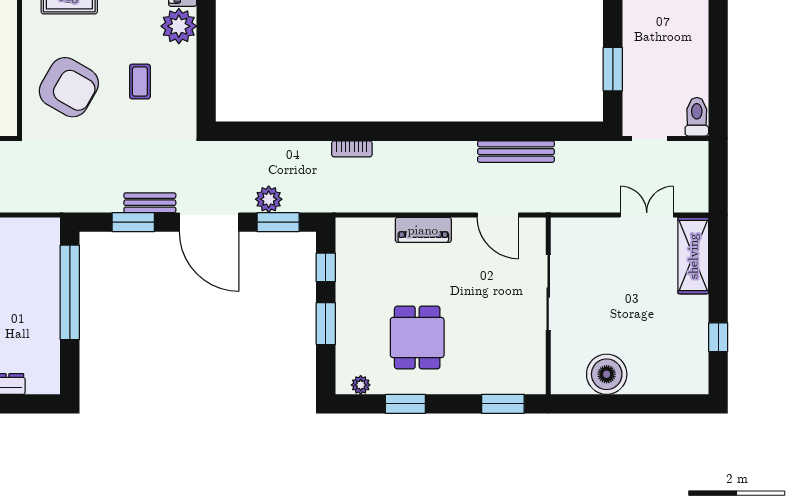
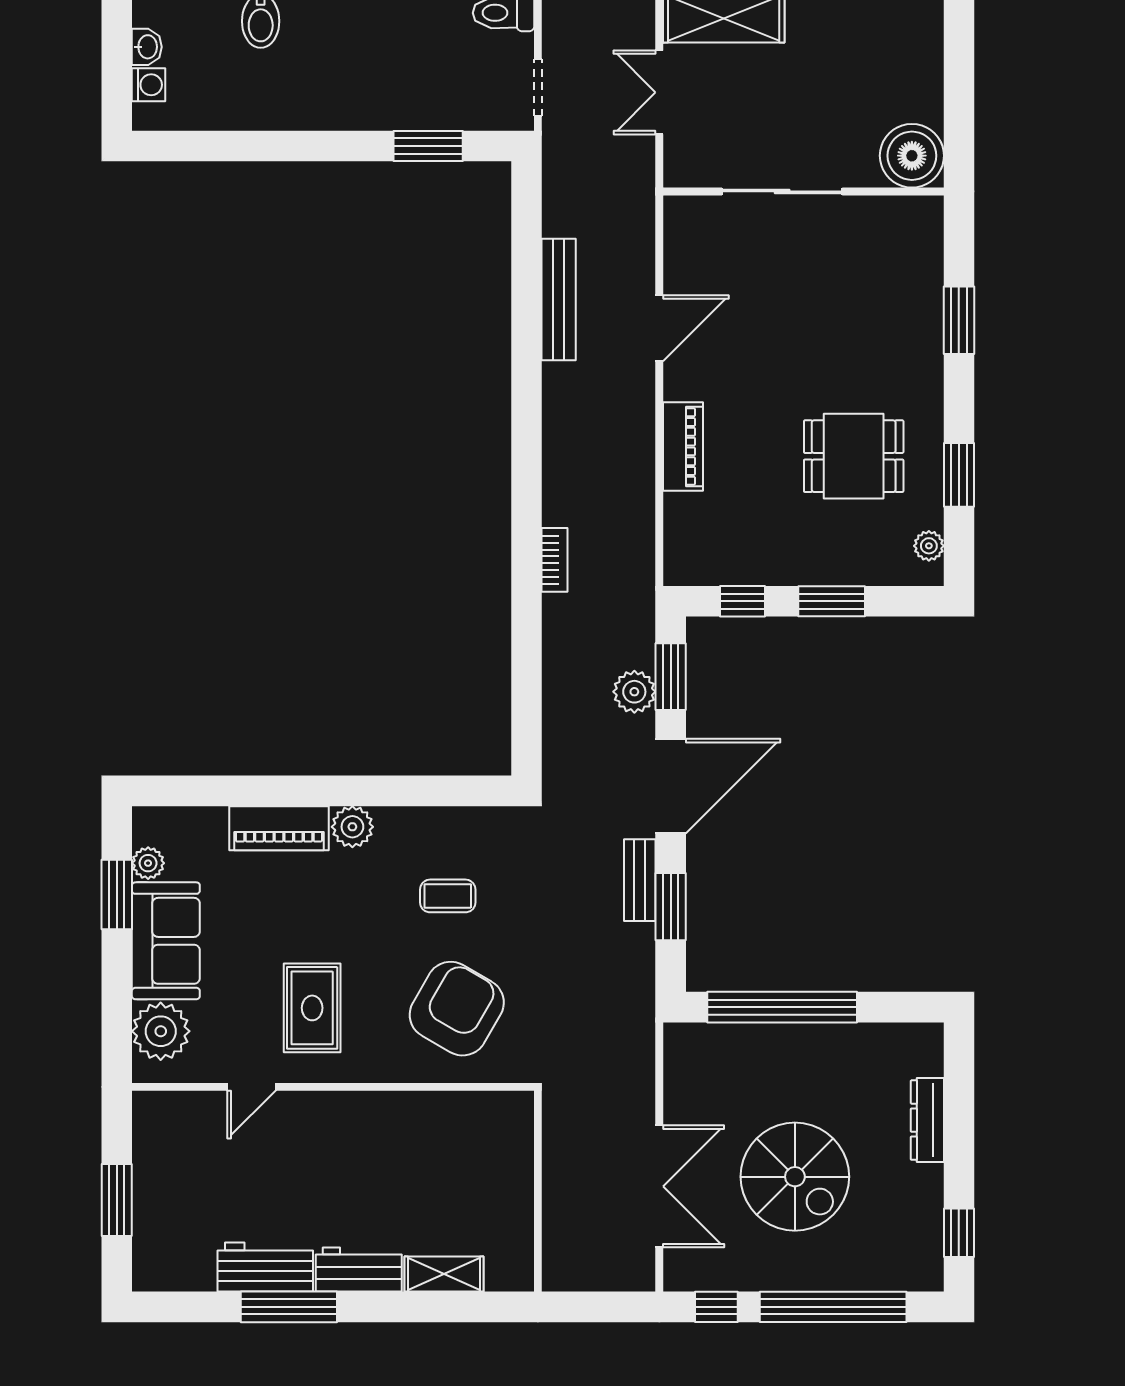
plant: (179, 26) -> (352, 827), width x0.73, depth x0.73
sliding door: (548, 292) -> (782, 191), moved
wall: (548, 306) -> (803, 191), moved

